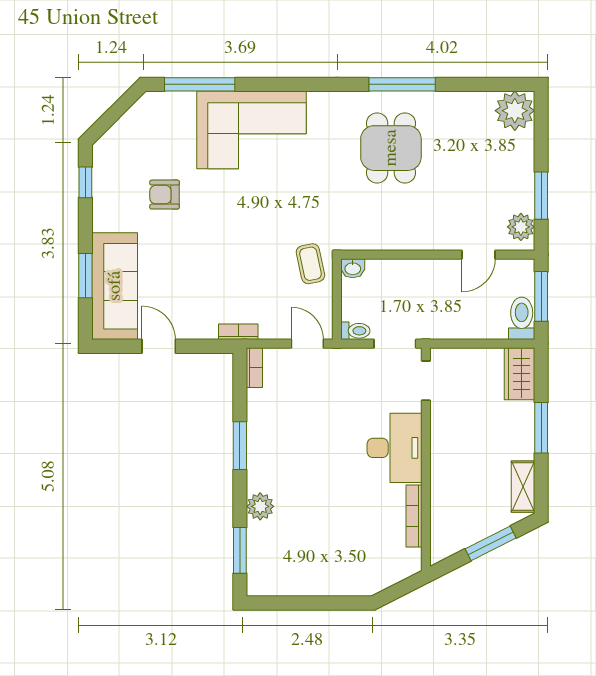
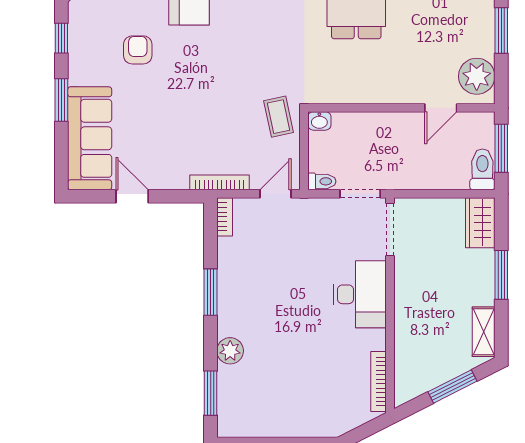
armchair: (165, 195) -> (138, 50), turned 90
window: (541, 196) -> (501, 31), moved
plant: (521, 227) -> (477, 76), width x1.36, depth x1.36
window: (85, 276) -> (61, 100), moved
bookcase: (238, 332) -> (220, 182), width x1.56
door: (307, 344) -> (276, 194), hinge flipped
doorway: (426, 381) -> (390, 229), width x1.38
bookcase: (414, 516) -> (378, 381), moved

